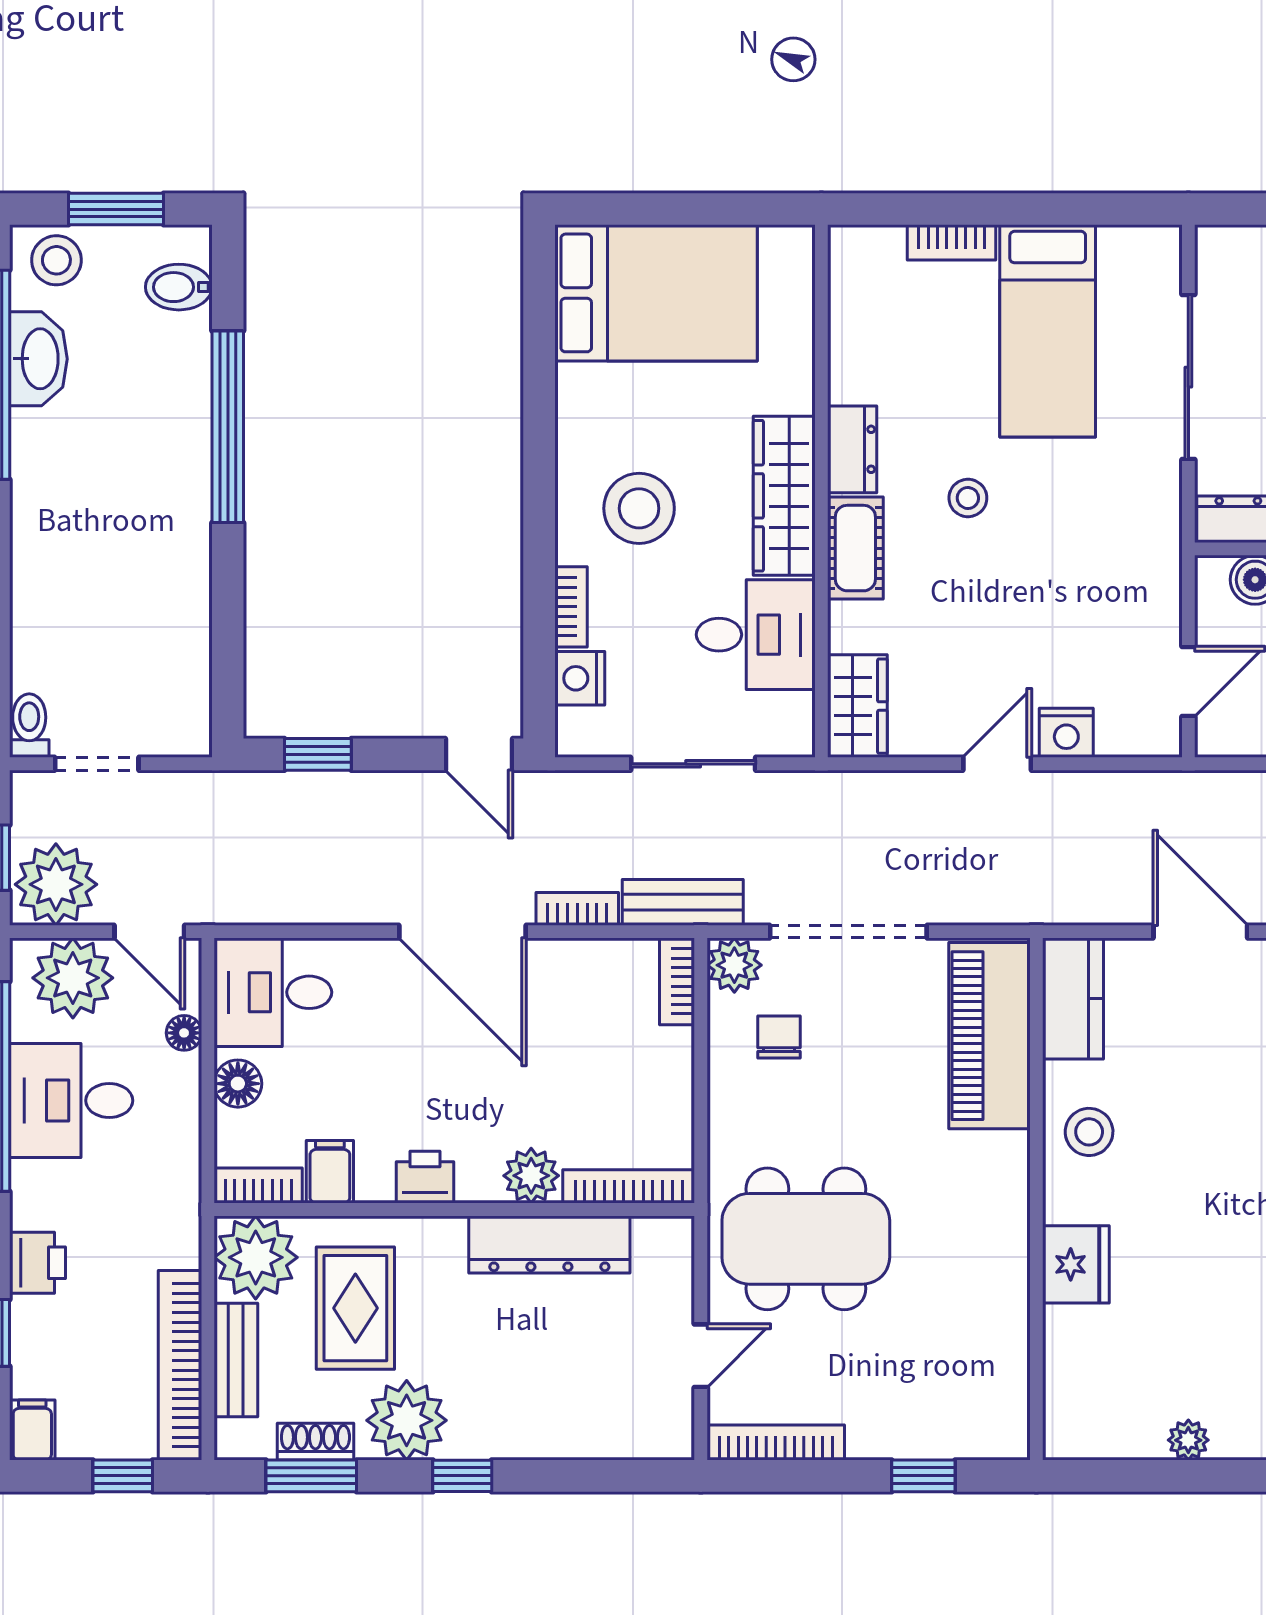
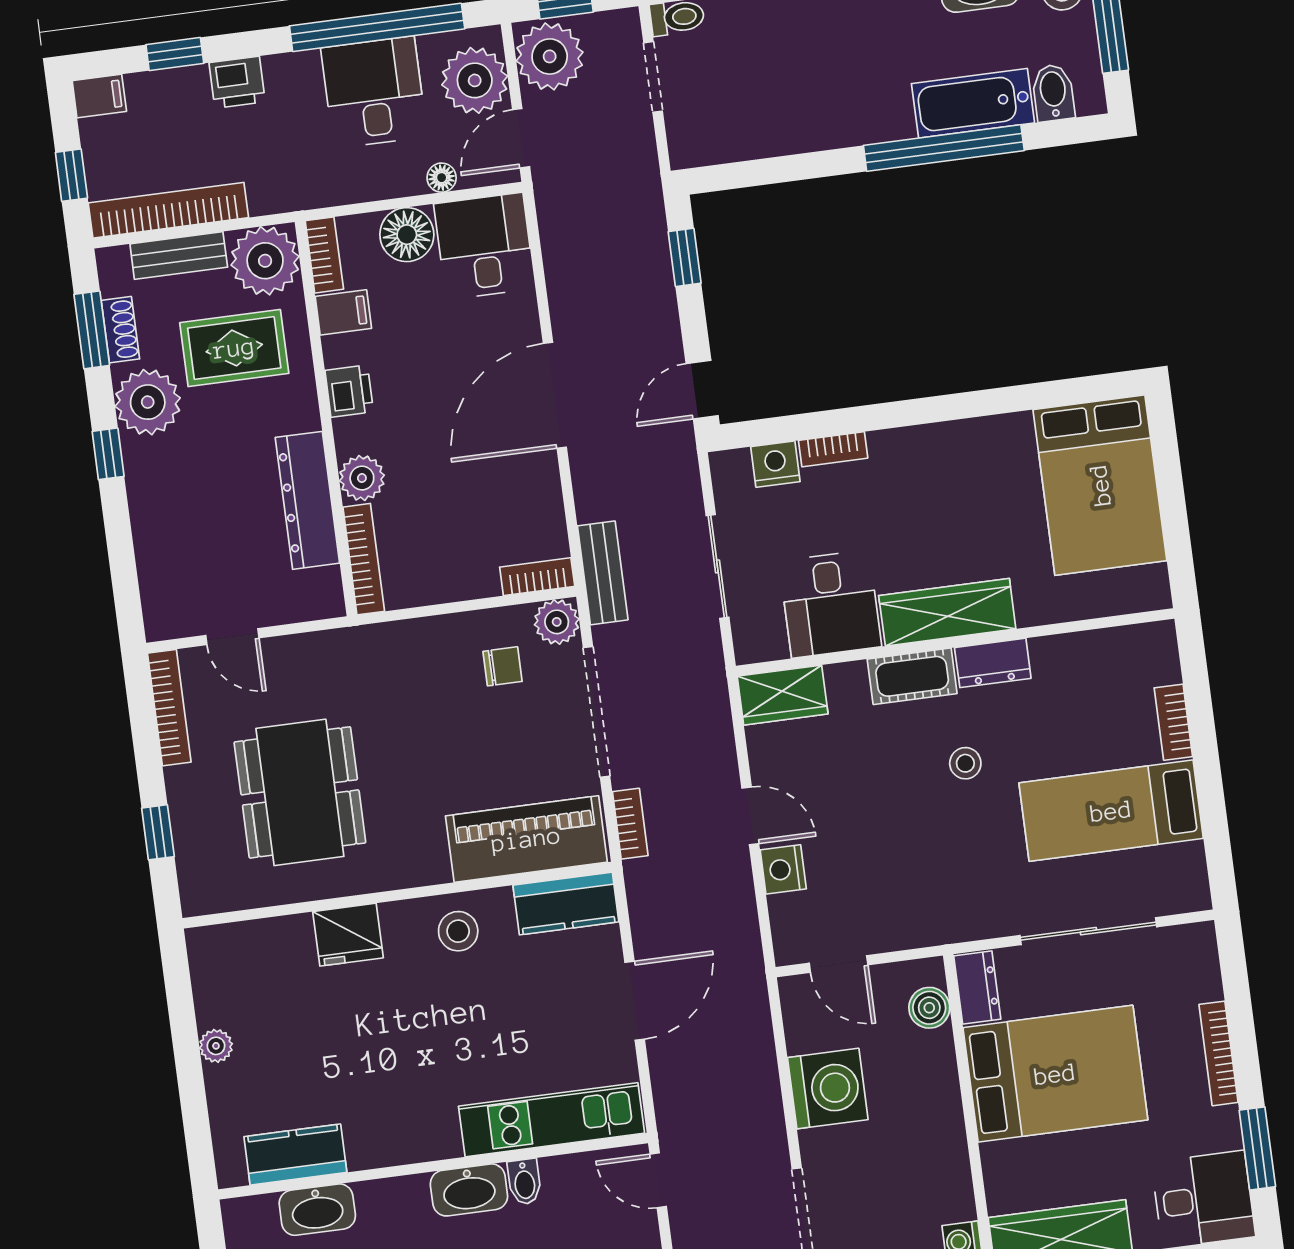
bathtub: (179, 385) -> (973, 103), added
stool: (639, 508) -> (921, 494), removed
bookcase: (577, 909) -> (630, 824), moved
floor lamp: (238, 1084) -> (407, 235), width x1.38, depth x1.38
dining table: (806, 1239) -> (300, 792), moved

